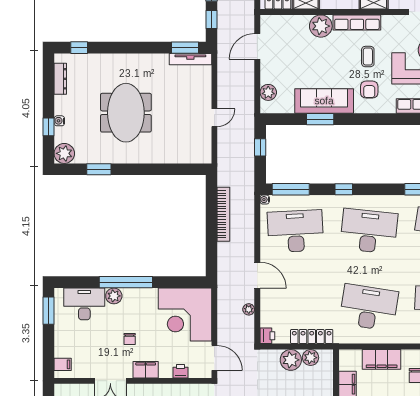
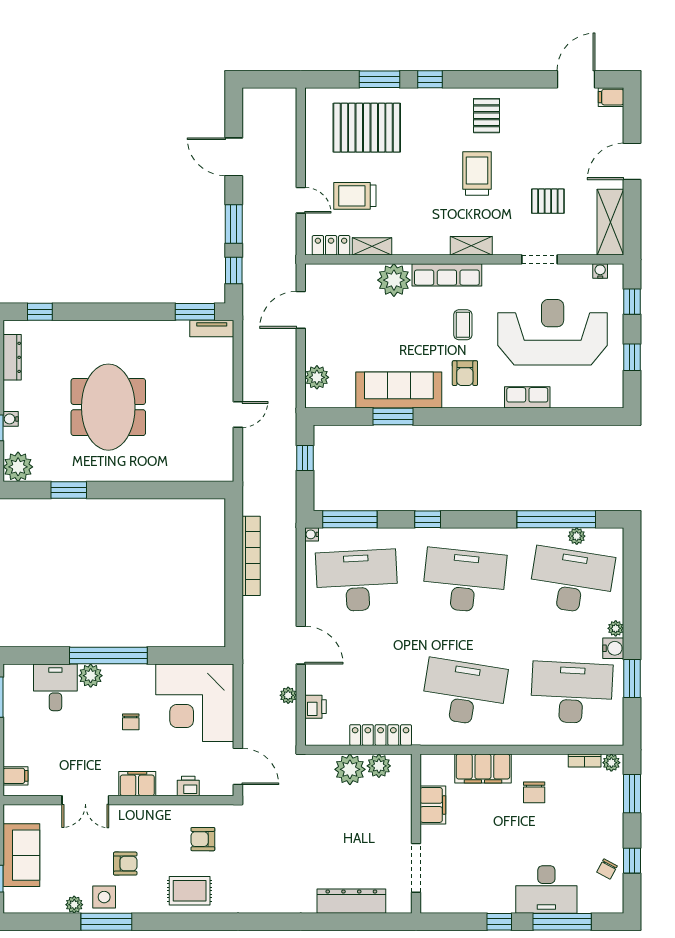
tv unit: (190, 59) -> (212, 329), width x0.71
desk: (84, 304) -> (55, 687), width x0.73
printer: (267, 336) -> (316, 707), moved
chair: (130, 339) -> (131, 722), moved

